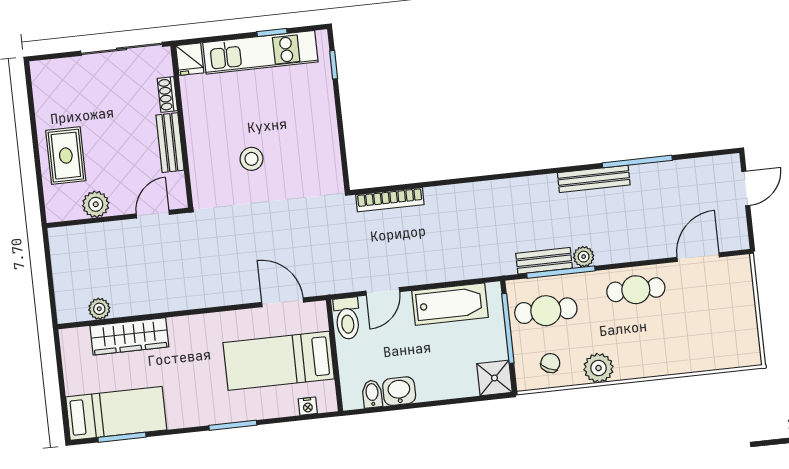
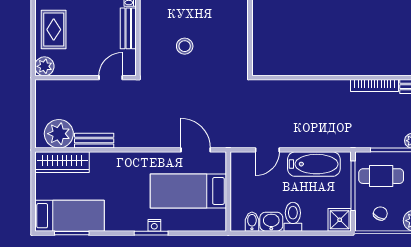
bookcase: (390, 200) -> (375, 86), moved
plant: (96, 204) -> (44, 66), moved
bench: (544, 261) -> (94, 141), moved
plant: (99, 309) -> (59, 134), width x1.88, depth x1.88
toilet: (347, 318) -> (293, 217), moved, turned 180
wardrobe: (129, 336) -> (62, 162), moved
nightstand: (308, 406) -> (154, 225), moved

